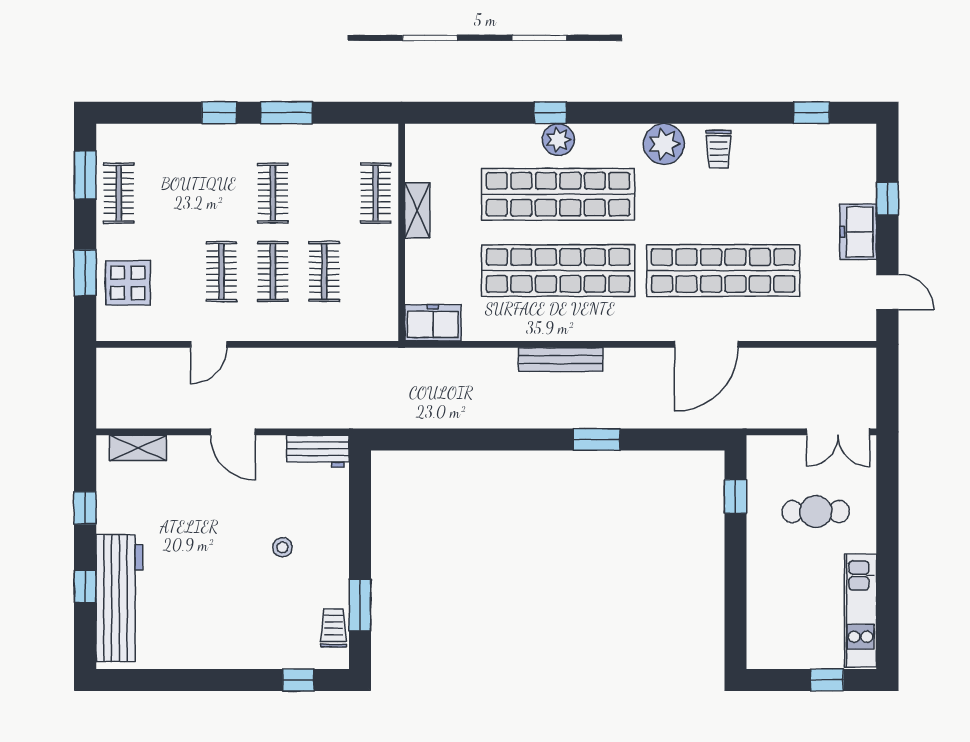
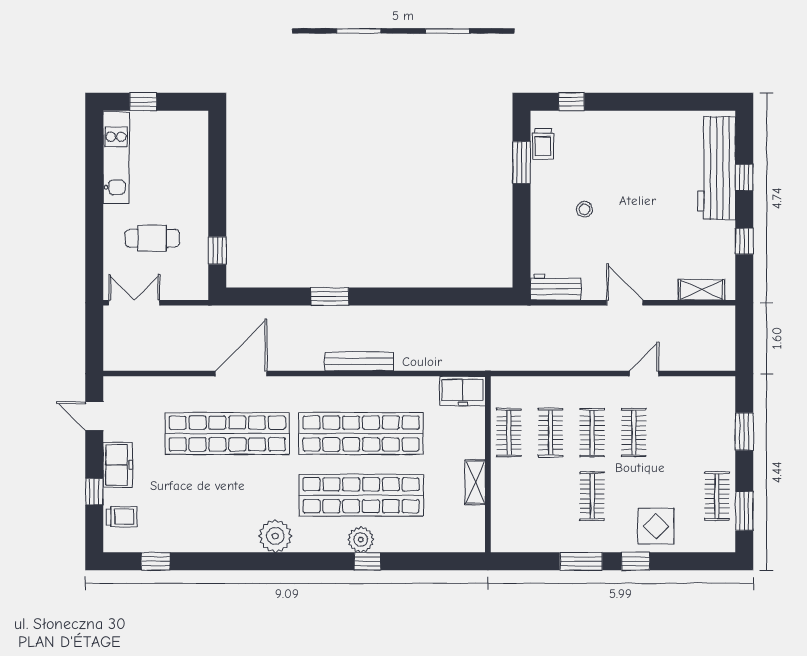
trolley: (719, 149) -> (122, 517), moved, turned 90
clothes rail: (376, 193) -> (509, 433), moved
display table: (128, 283) -> (656, 526), moved

